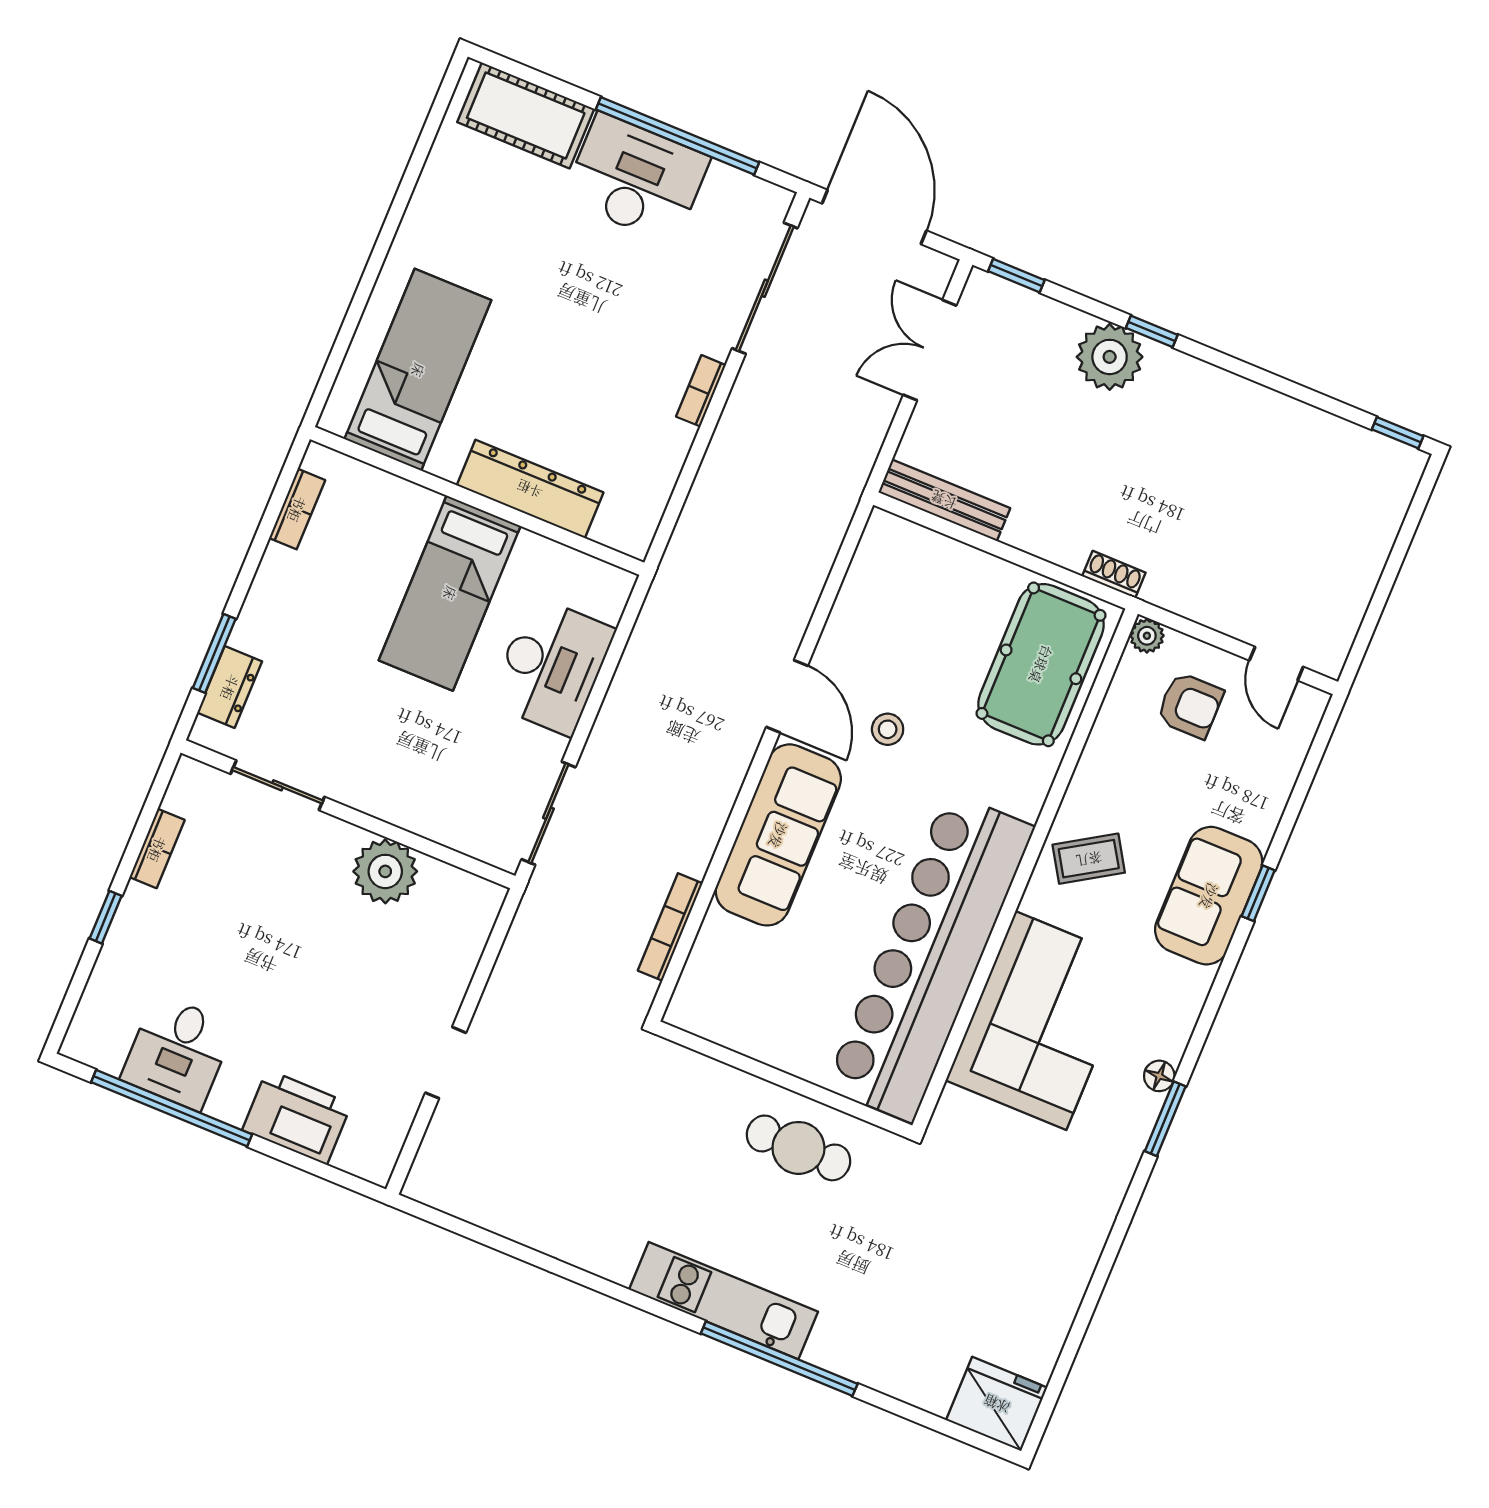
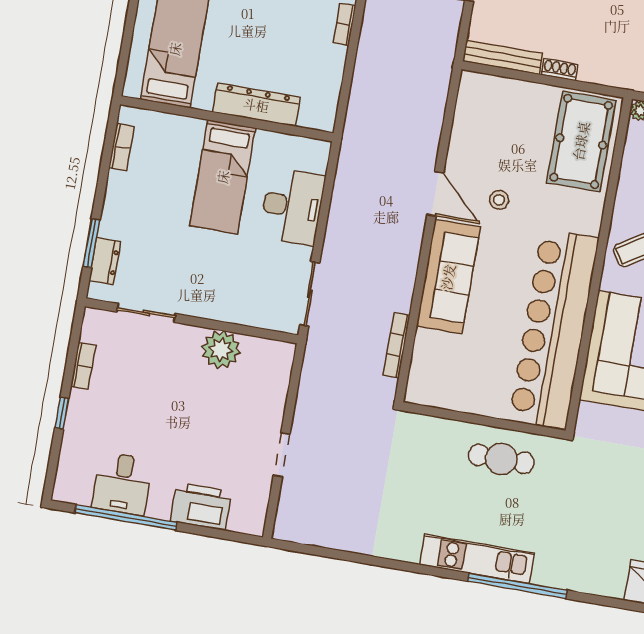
shoe rack: (1114, 574) -> (560, 70), moved

